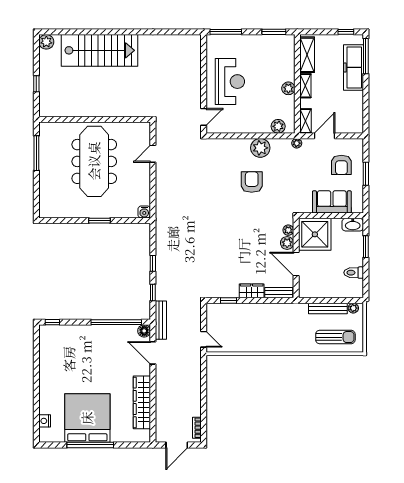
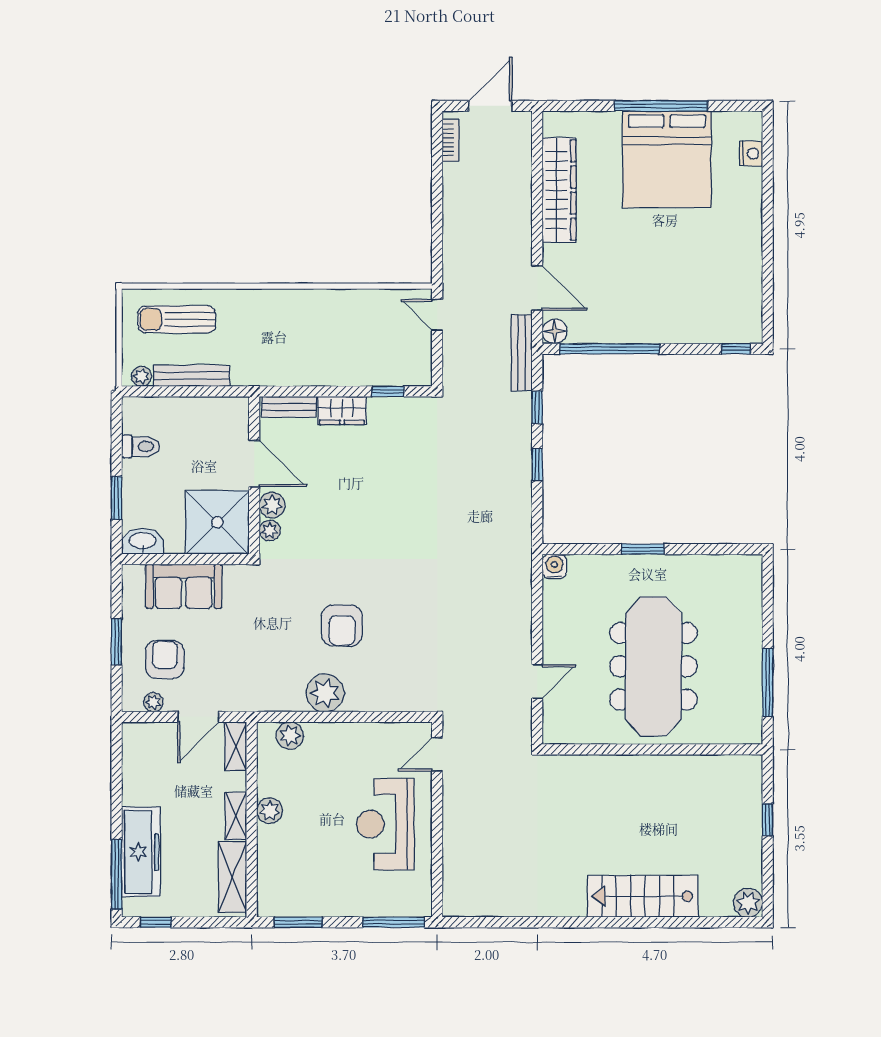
stairs: (100, 50) -> (643, 896), width x0.73, depth x0.66
plant: (297, 143) -> (153, 702), moved

